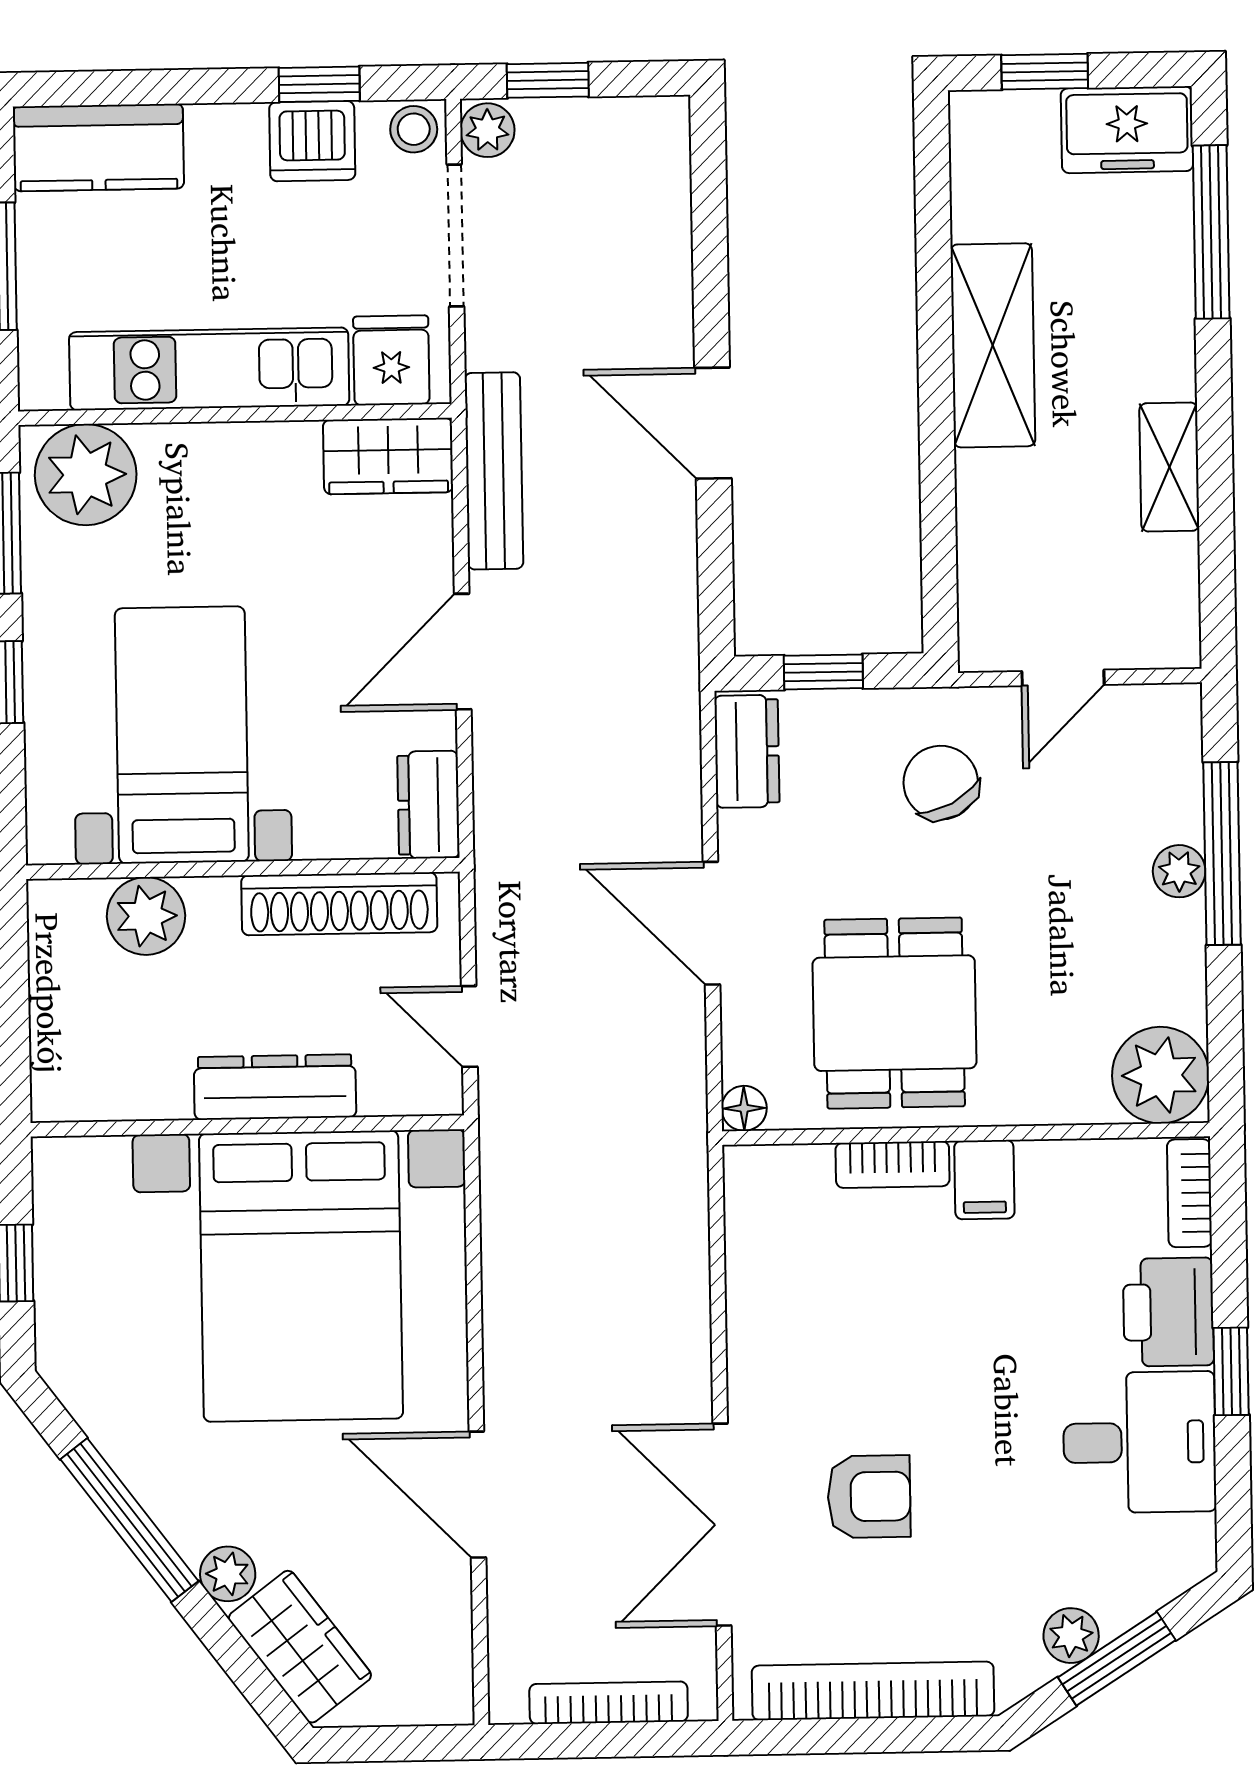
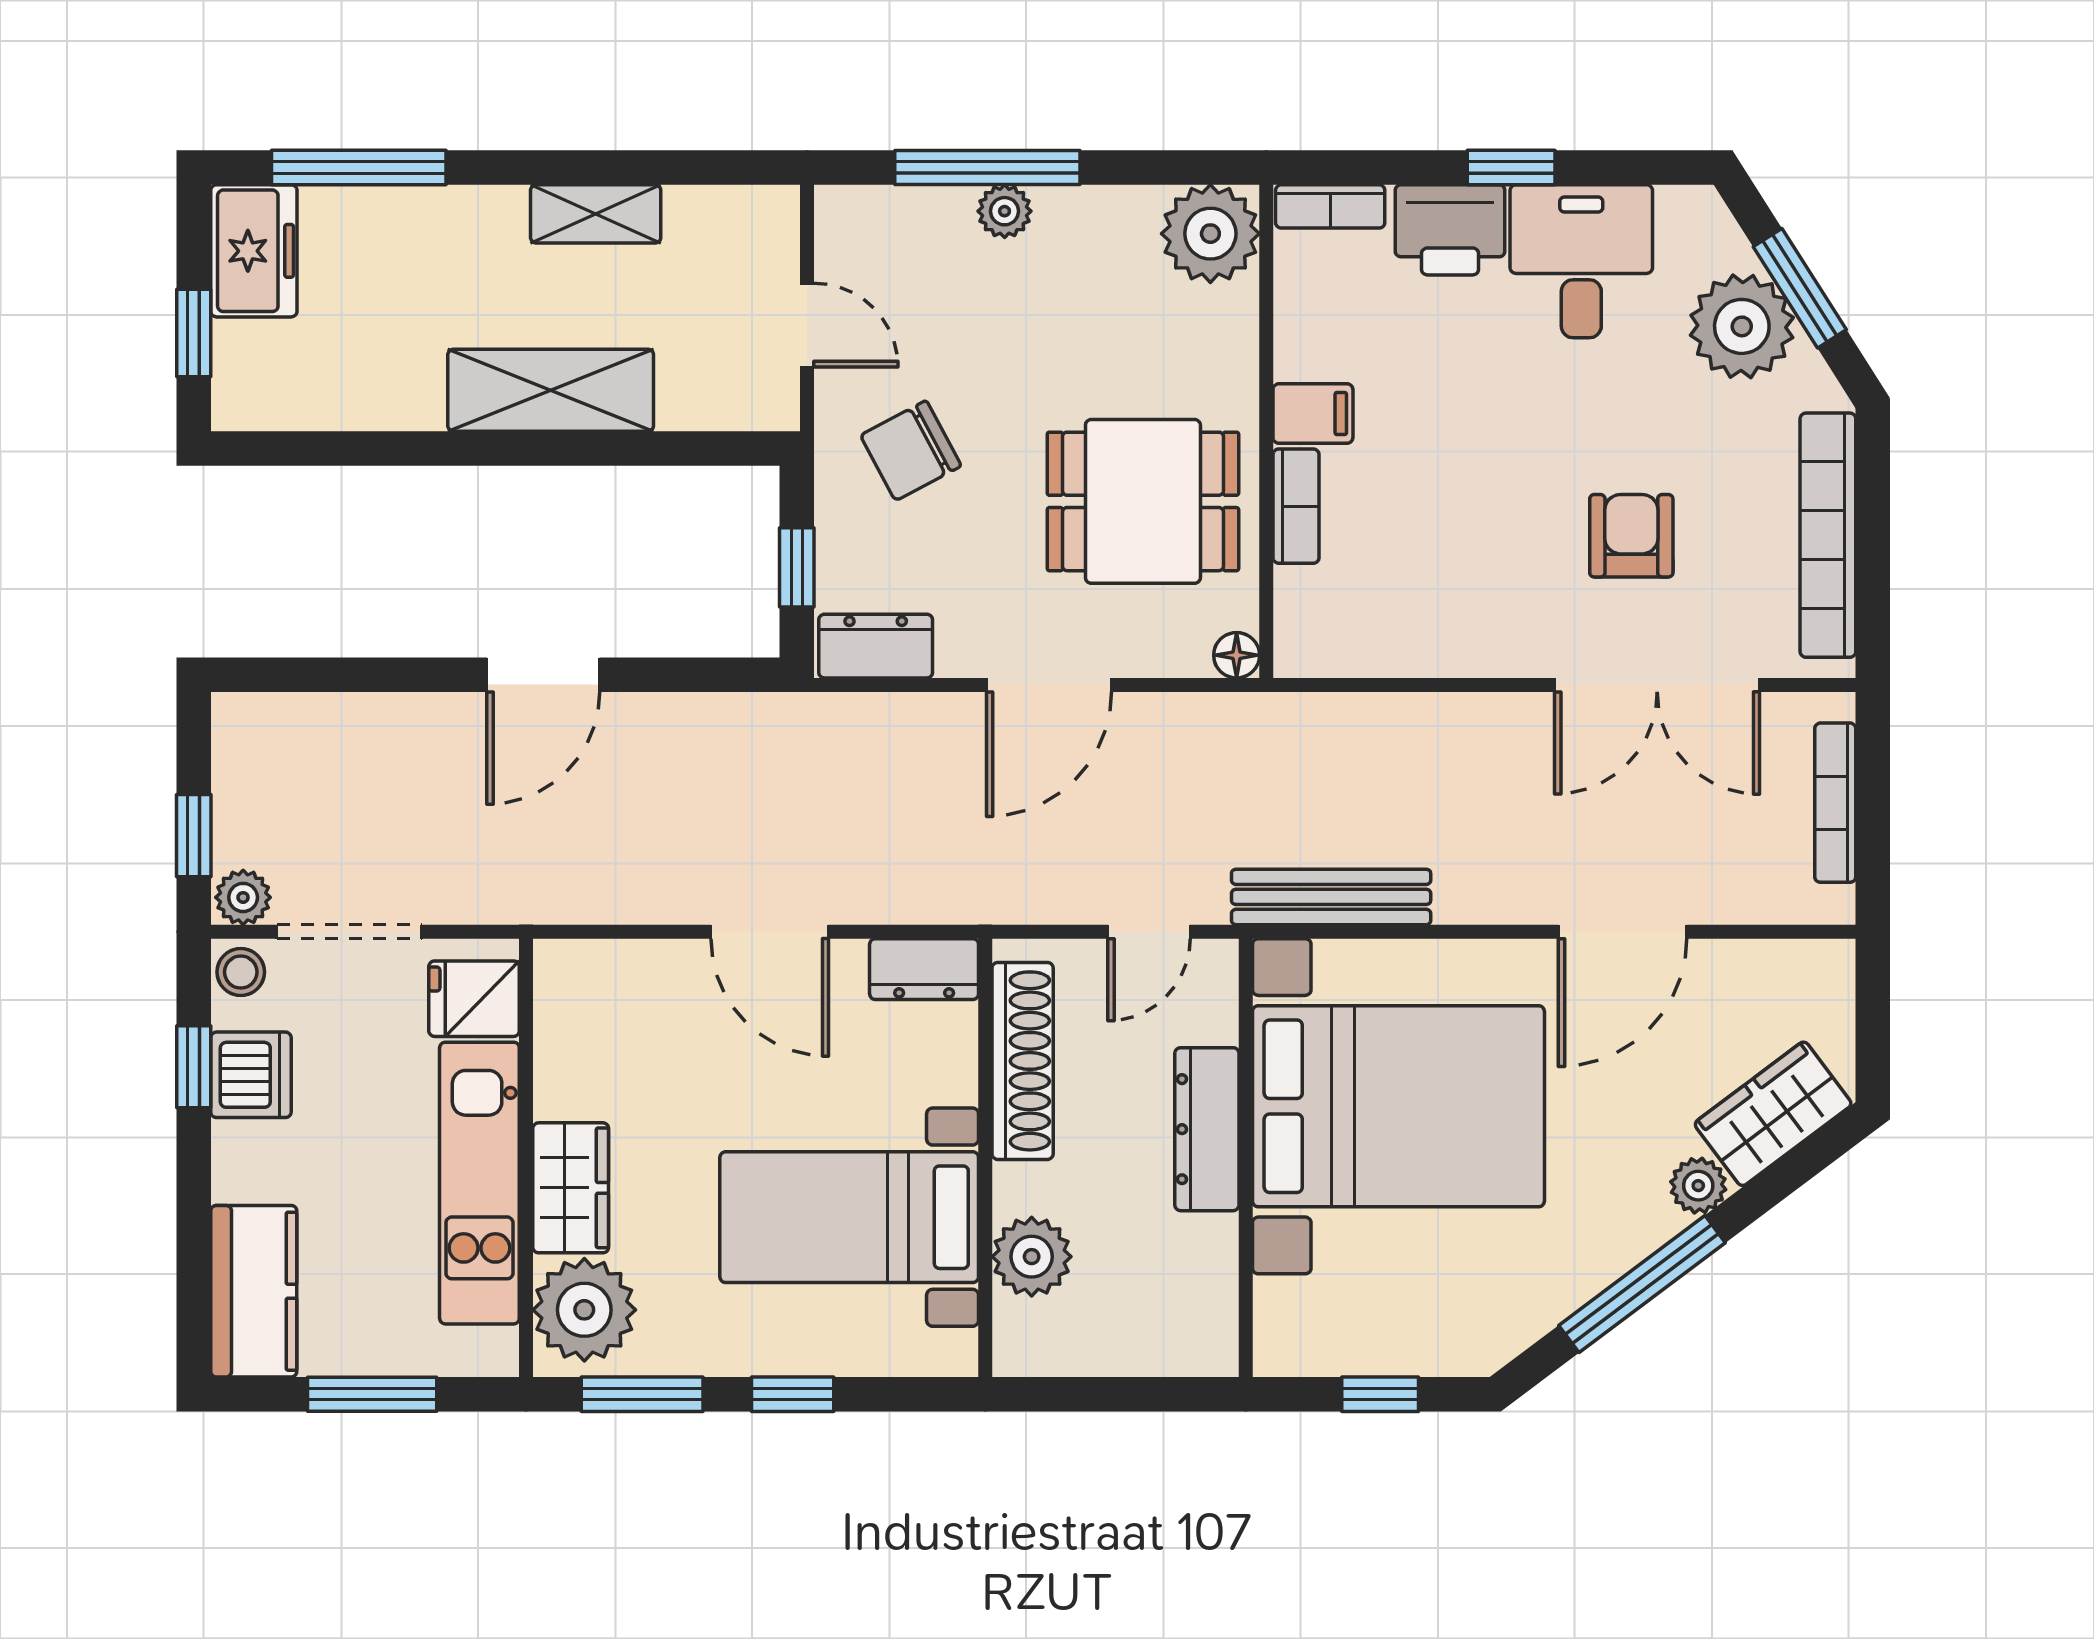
shelving: (993, 345) -> (551, 390), moved
wardrobe: (388, 456) -> (571, 1188), moved
bench: (494, 471) -> (1331, 897), moved
plant: (1071, 1636) -> (1742, 326), width x1.87, depth x1.87

